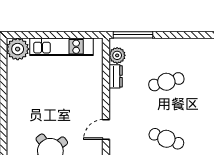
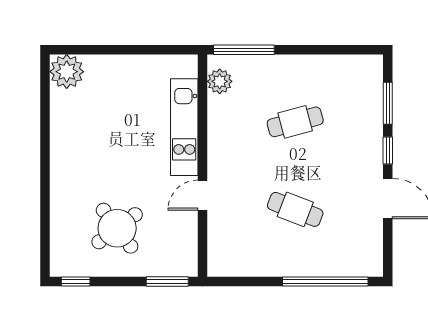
kitchen unit: (62, 47) -> (184, 127), moved, turned 90
dresser: (116, 76) -> (217, 114), removed

